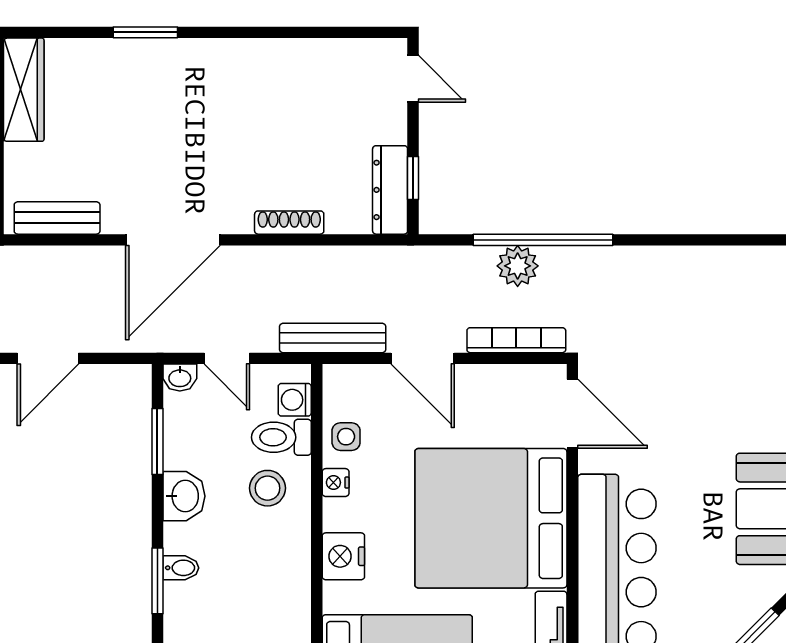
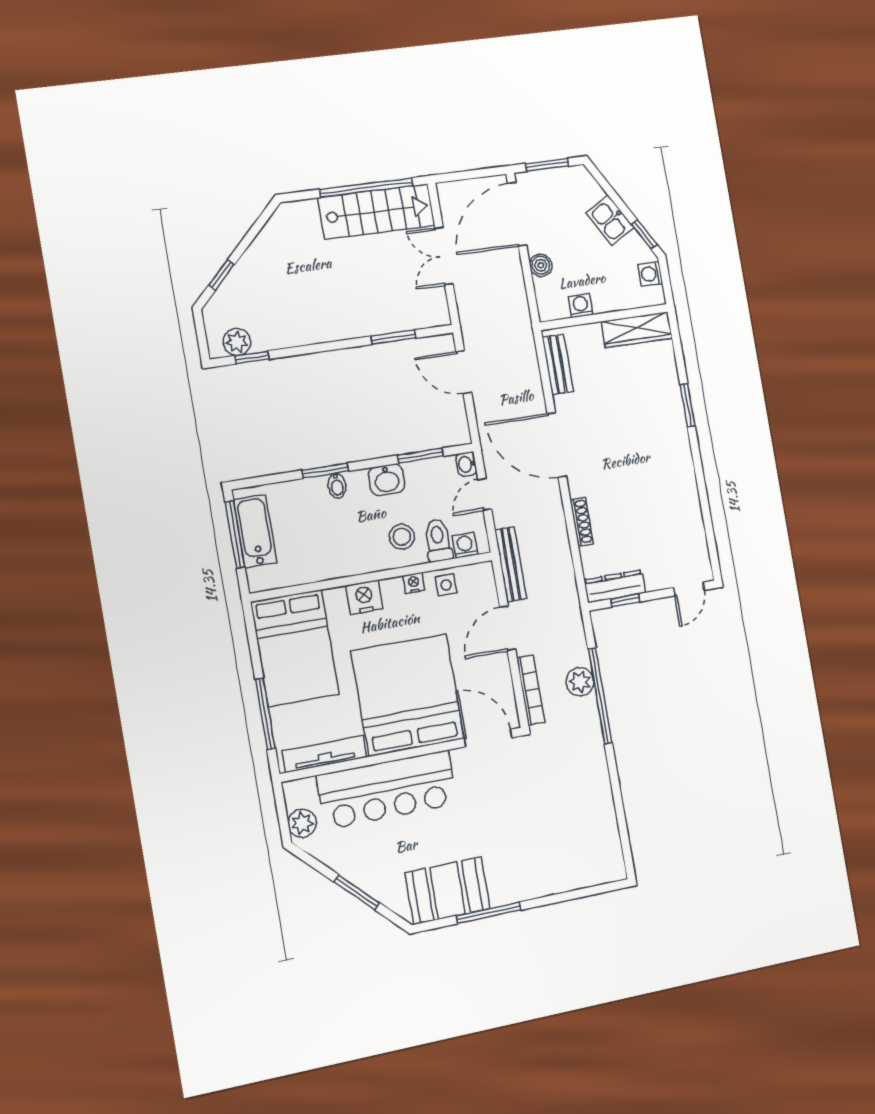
door: (572, 414) -> (488, 738), swing flipped

